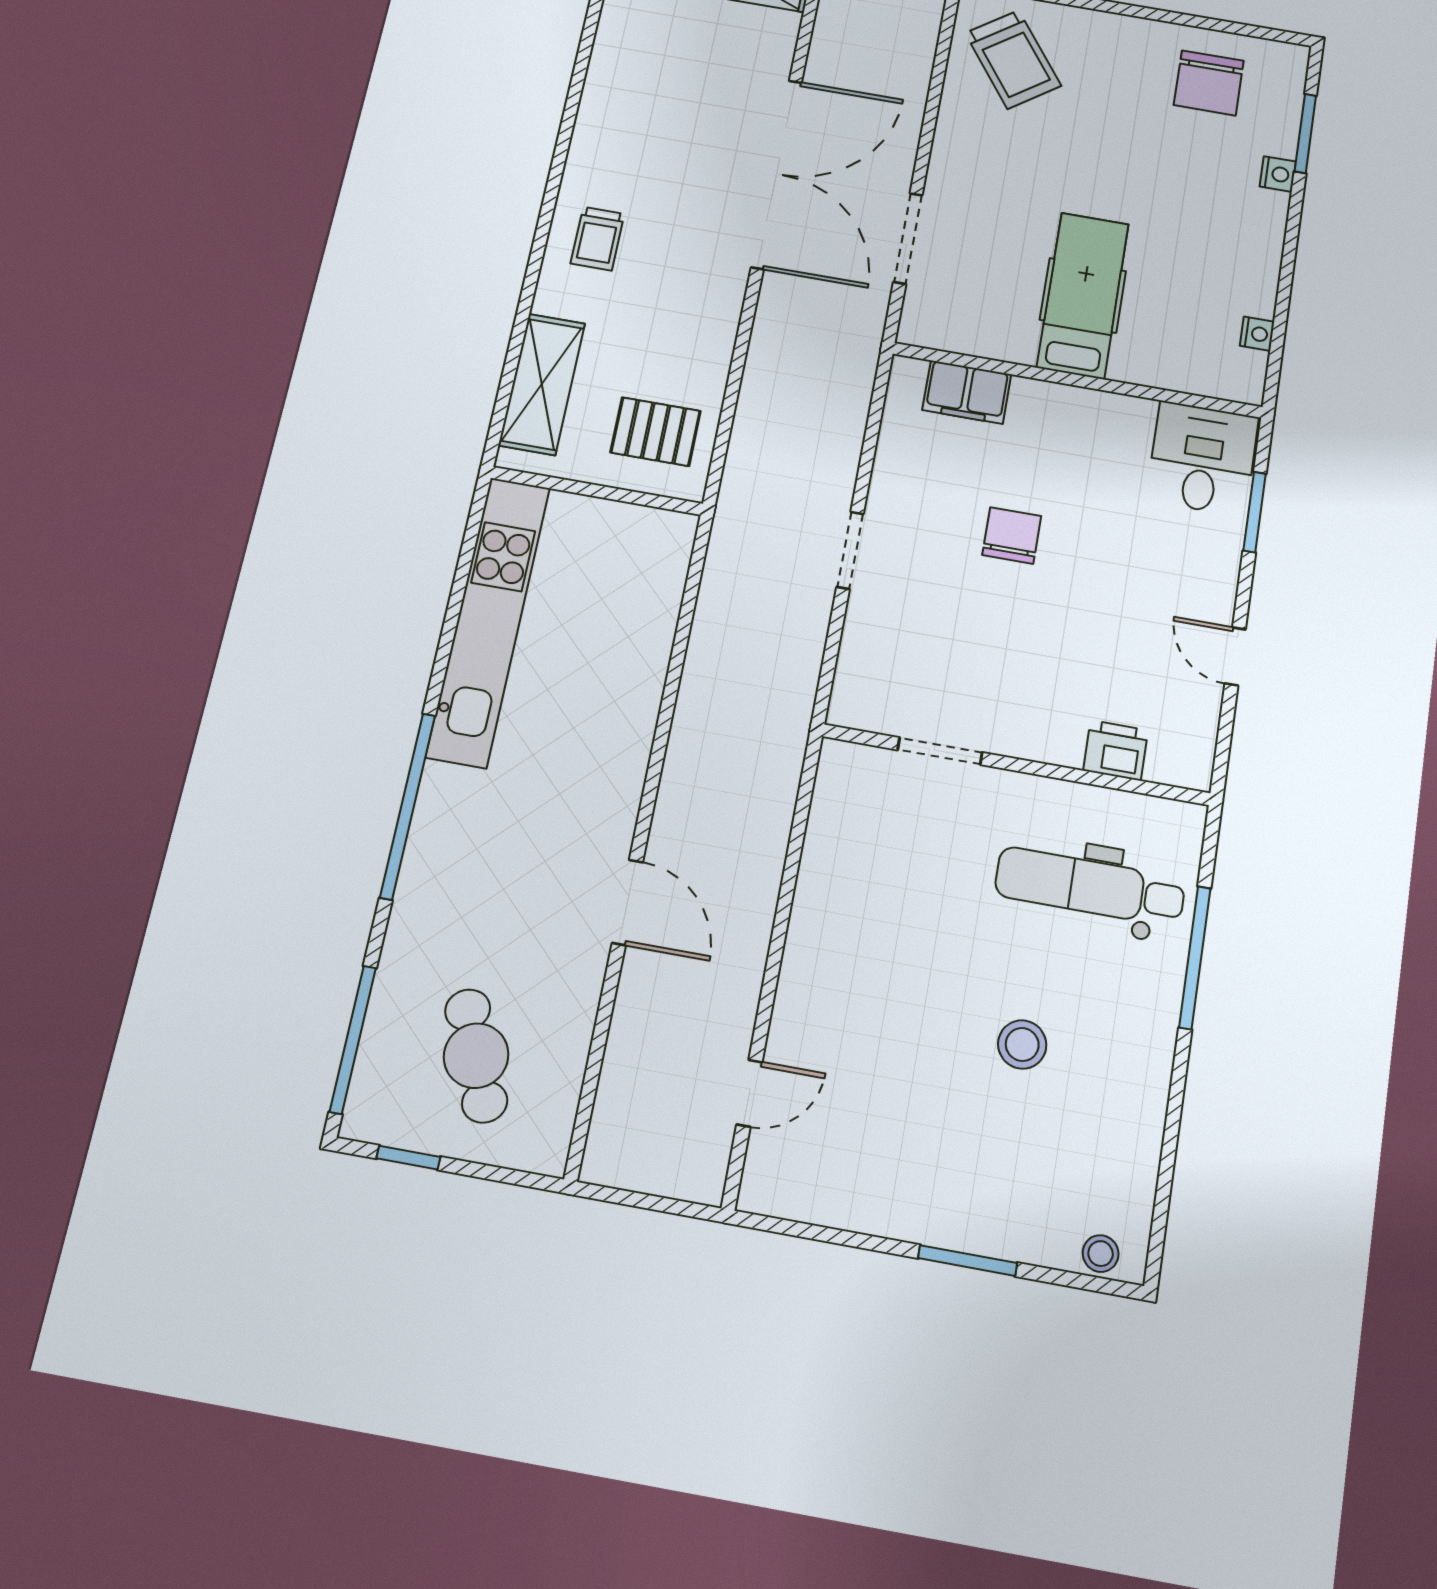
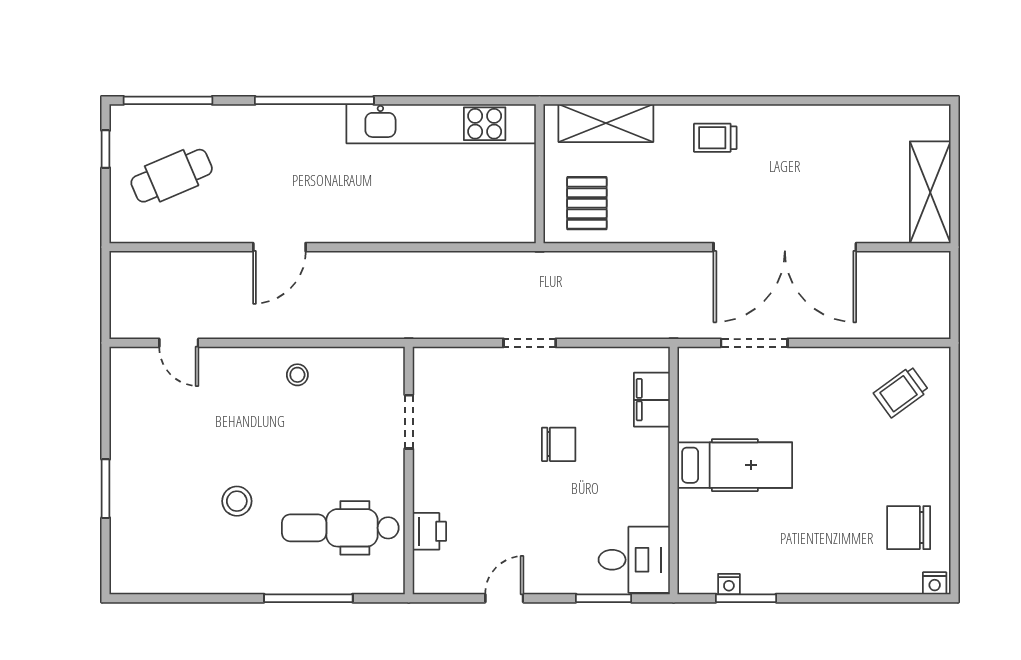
trolley: (1013, 59) -> (901, 392), width x0.73, depth x0.72
window: (1305, 133) -> (746, 598), moved
nightstand: (1278, 174) -> (935, 583), moved
dental chair: (1090, 887) -> (340, 528), turned -90
stool: (1101, 1254) -> (297, 375), moved

